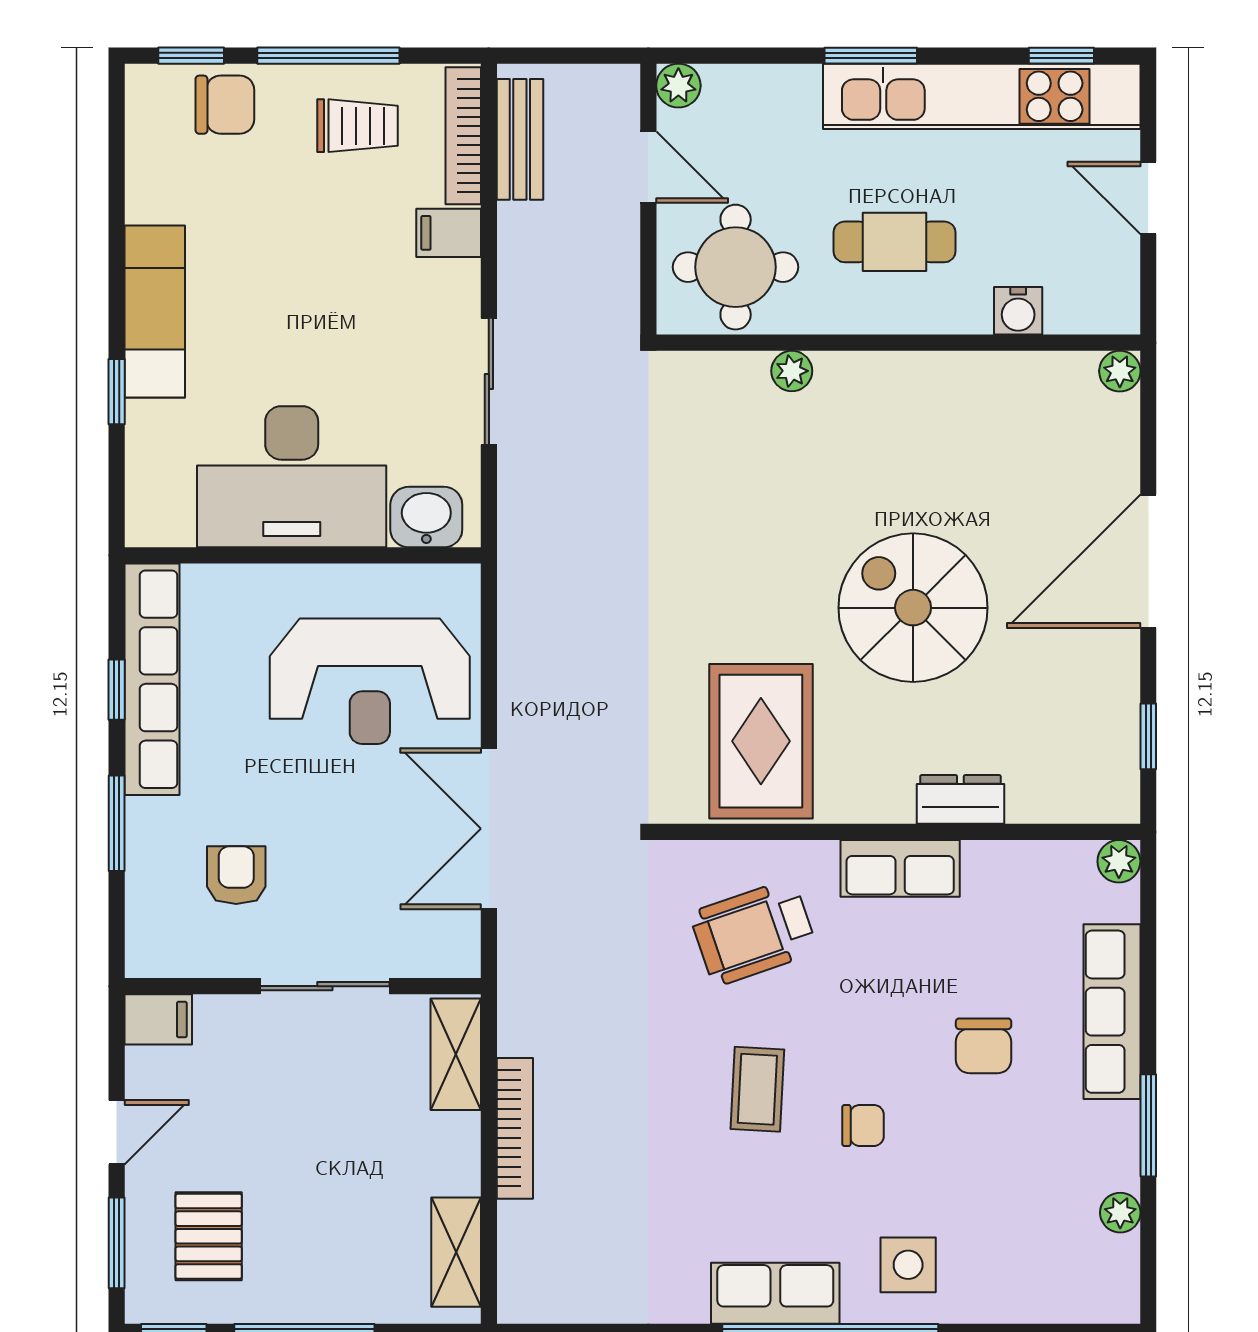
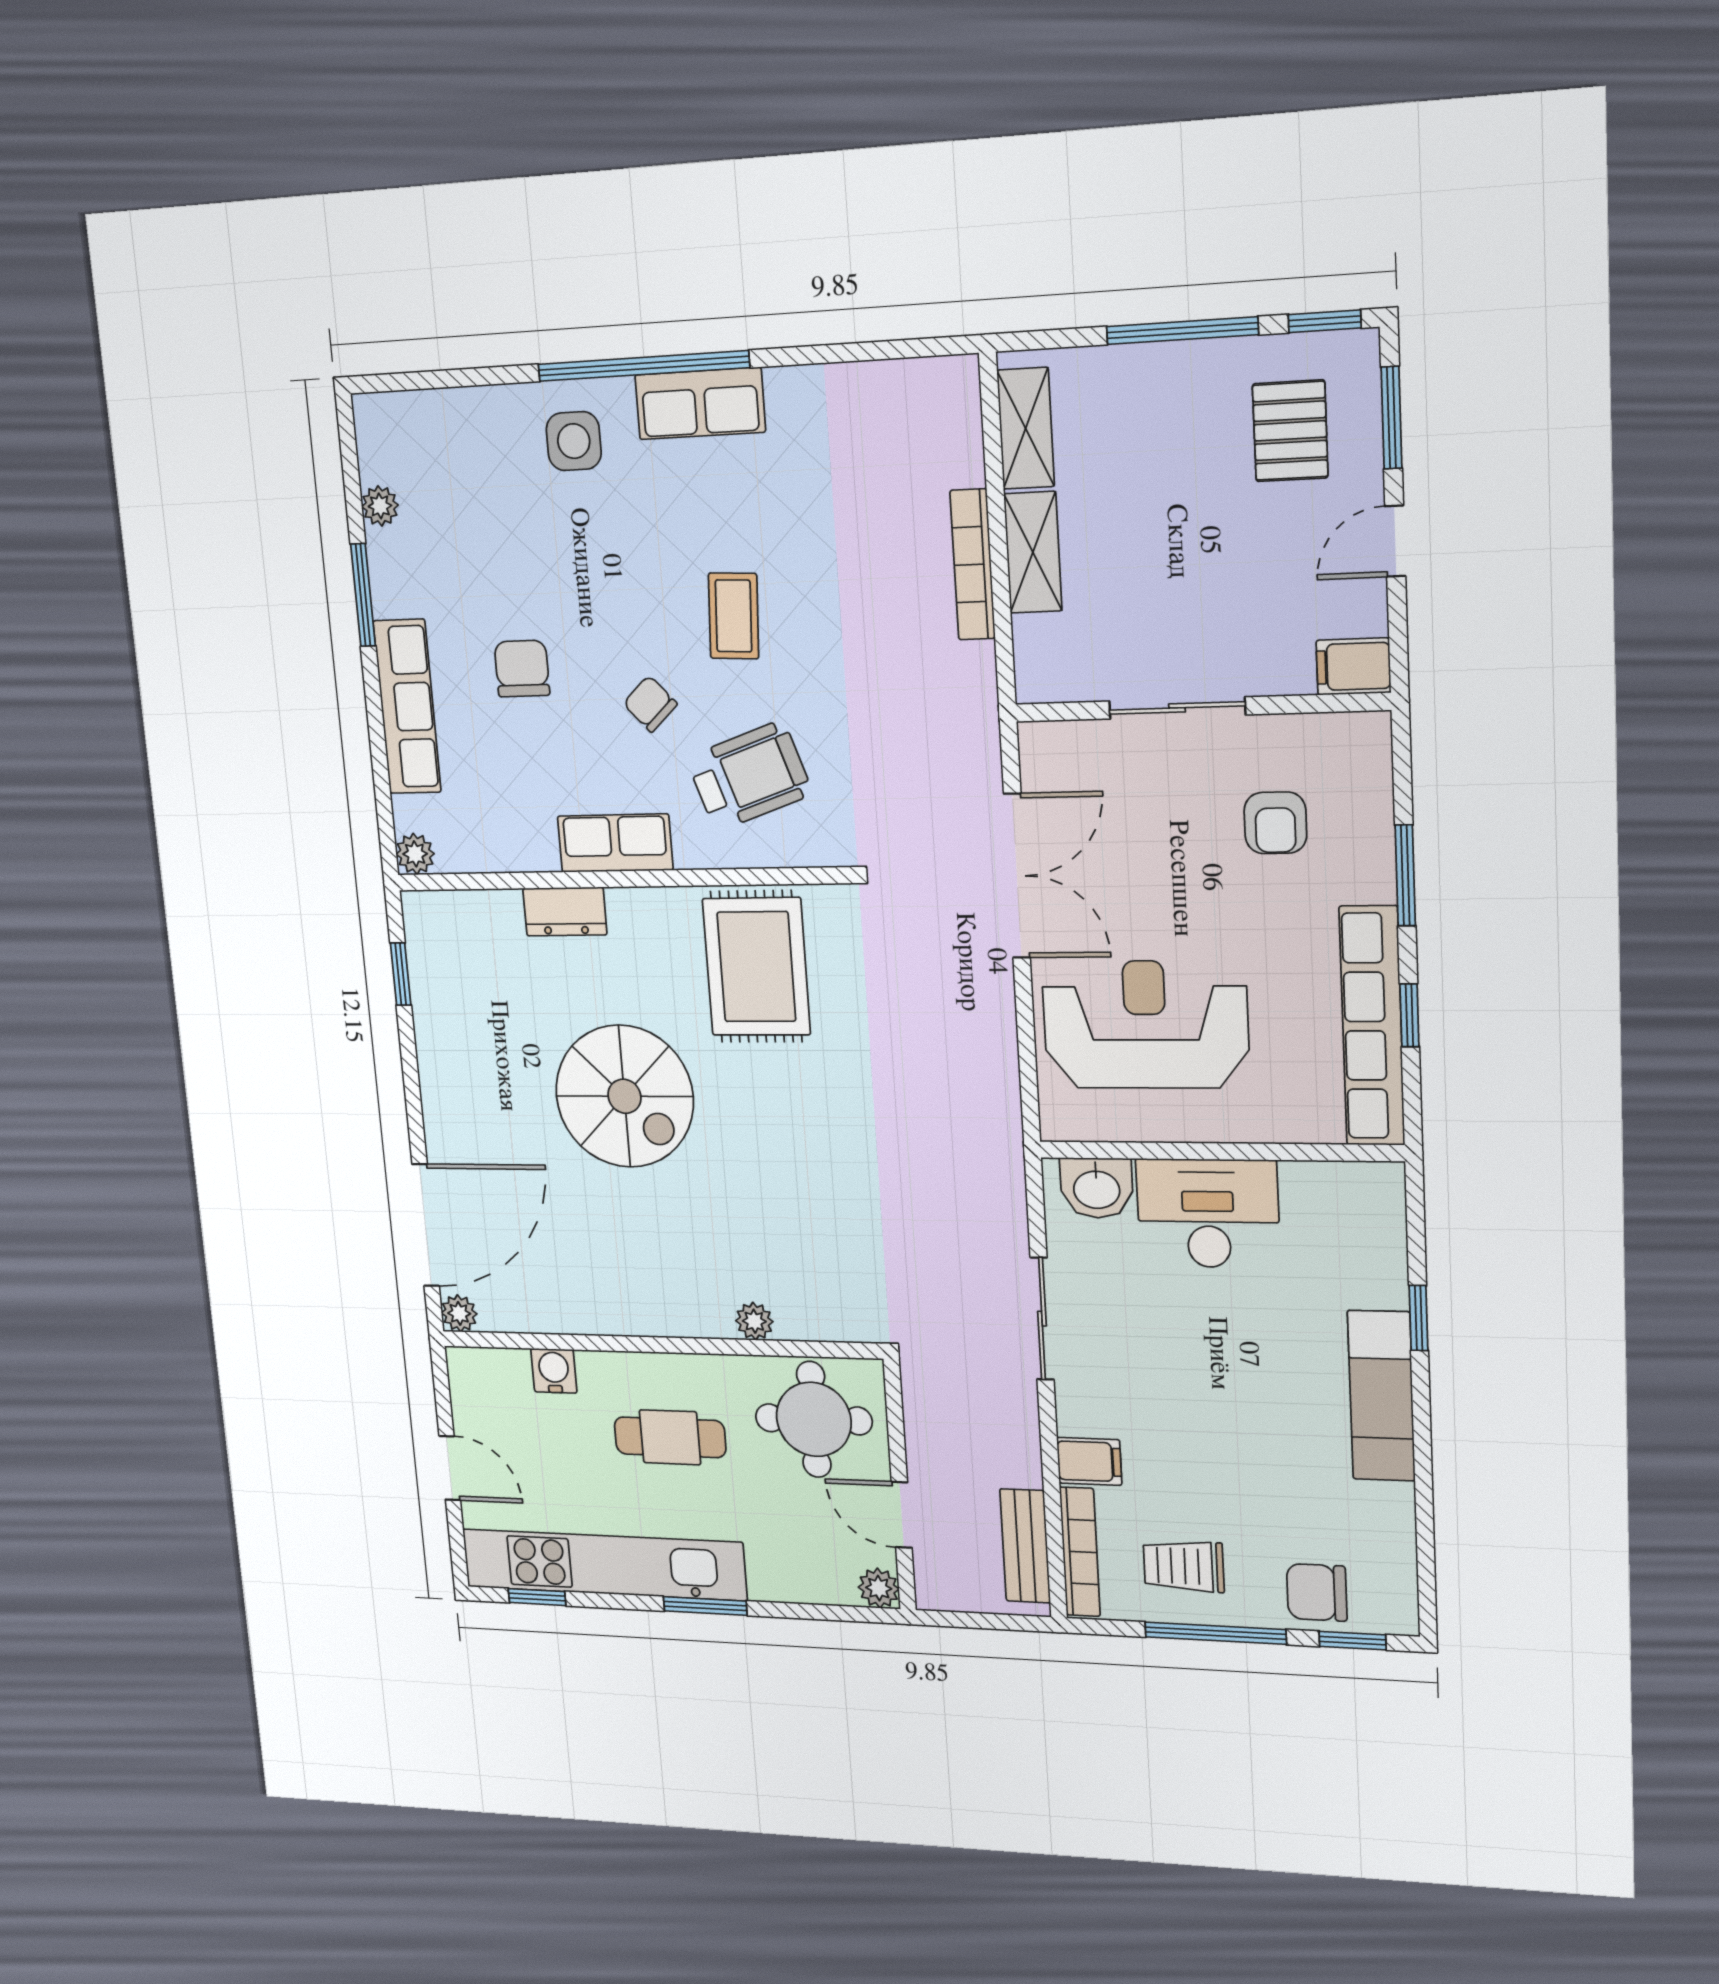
desk: (292, 477) -> (1208, 1213), width x0.73, depth x0.77
door: (1148, 561) -> (426, 1225), moved
shelving: (456, 1054) -> (1033, 552), moved
chair: (863, 1125) -> (650, 704), moved, turned 47

